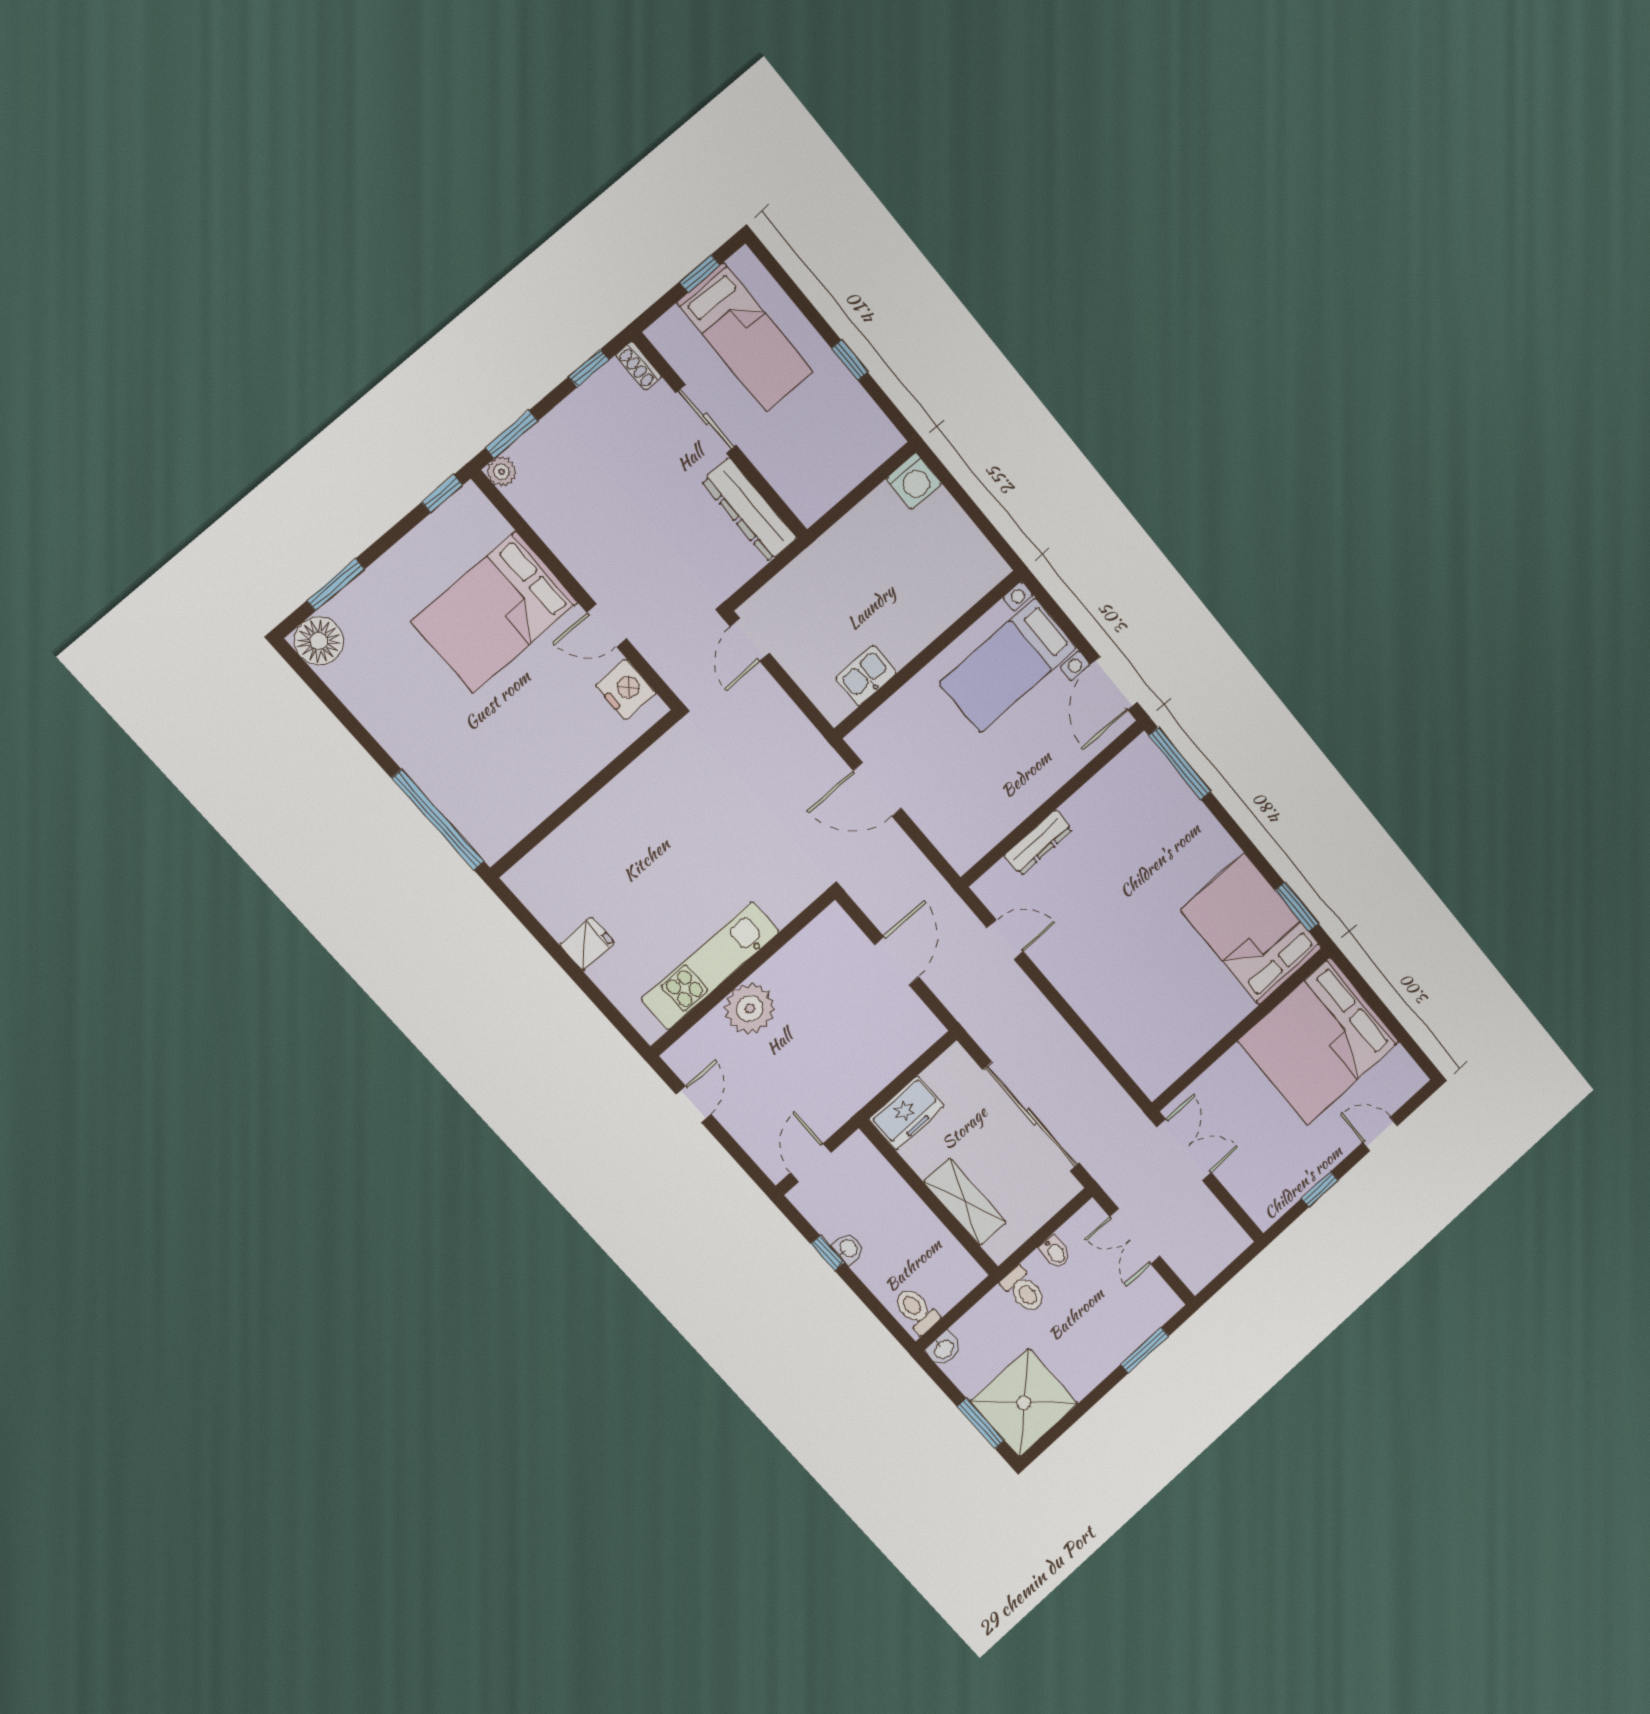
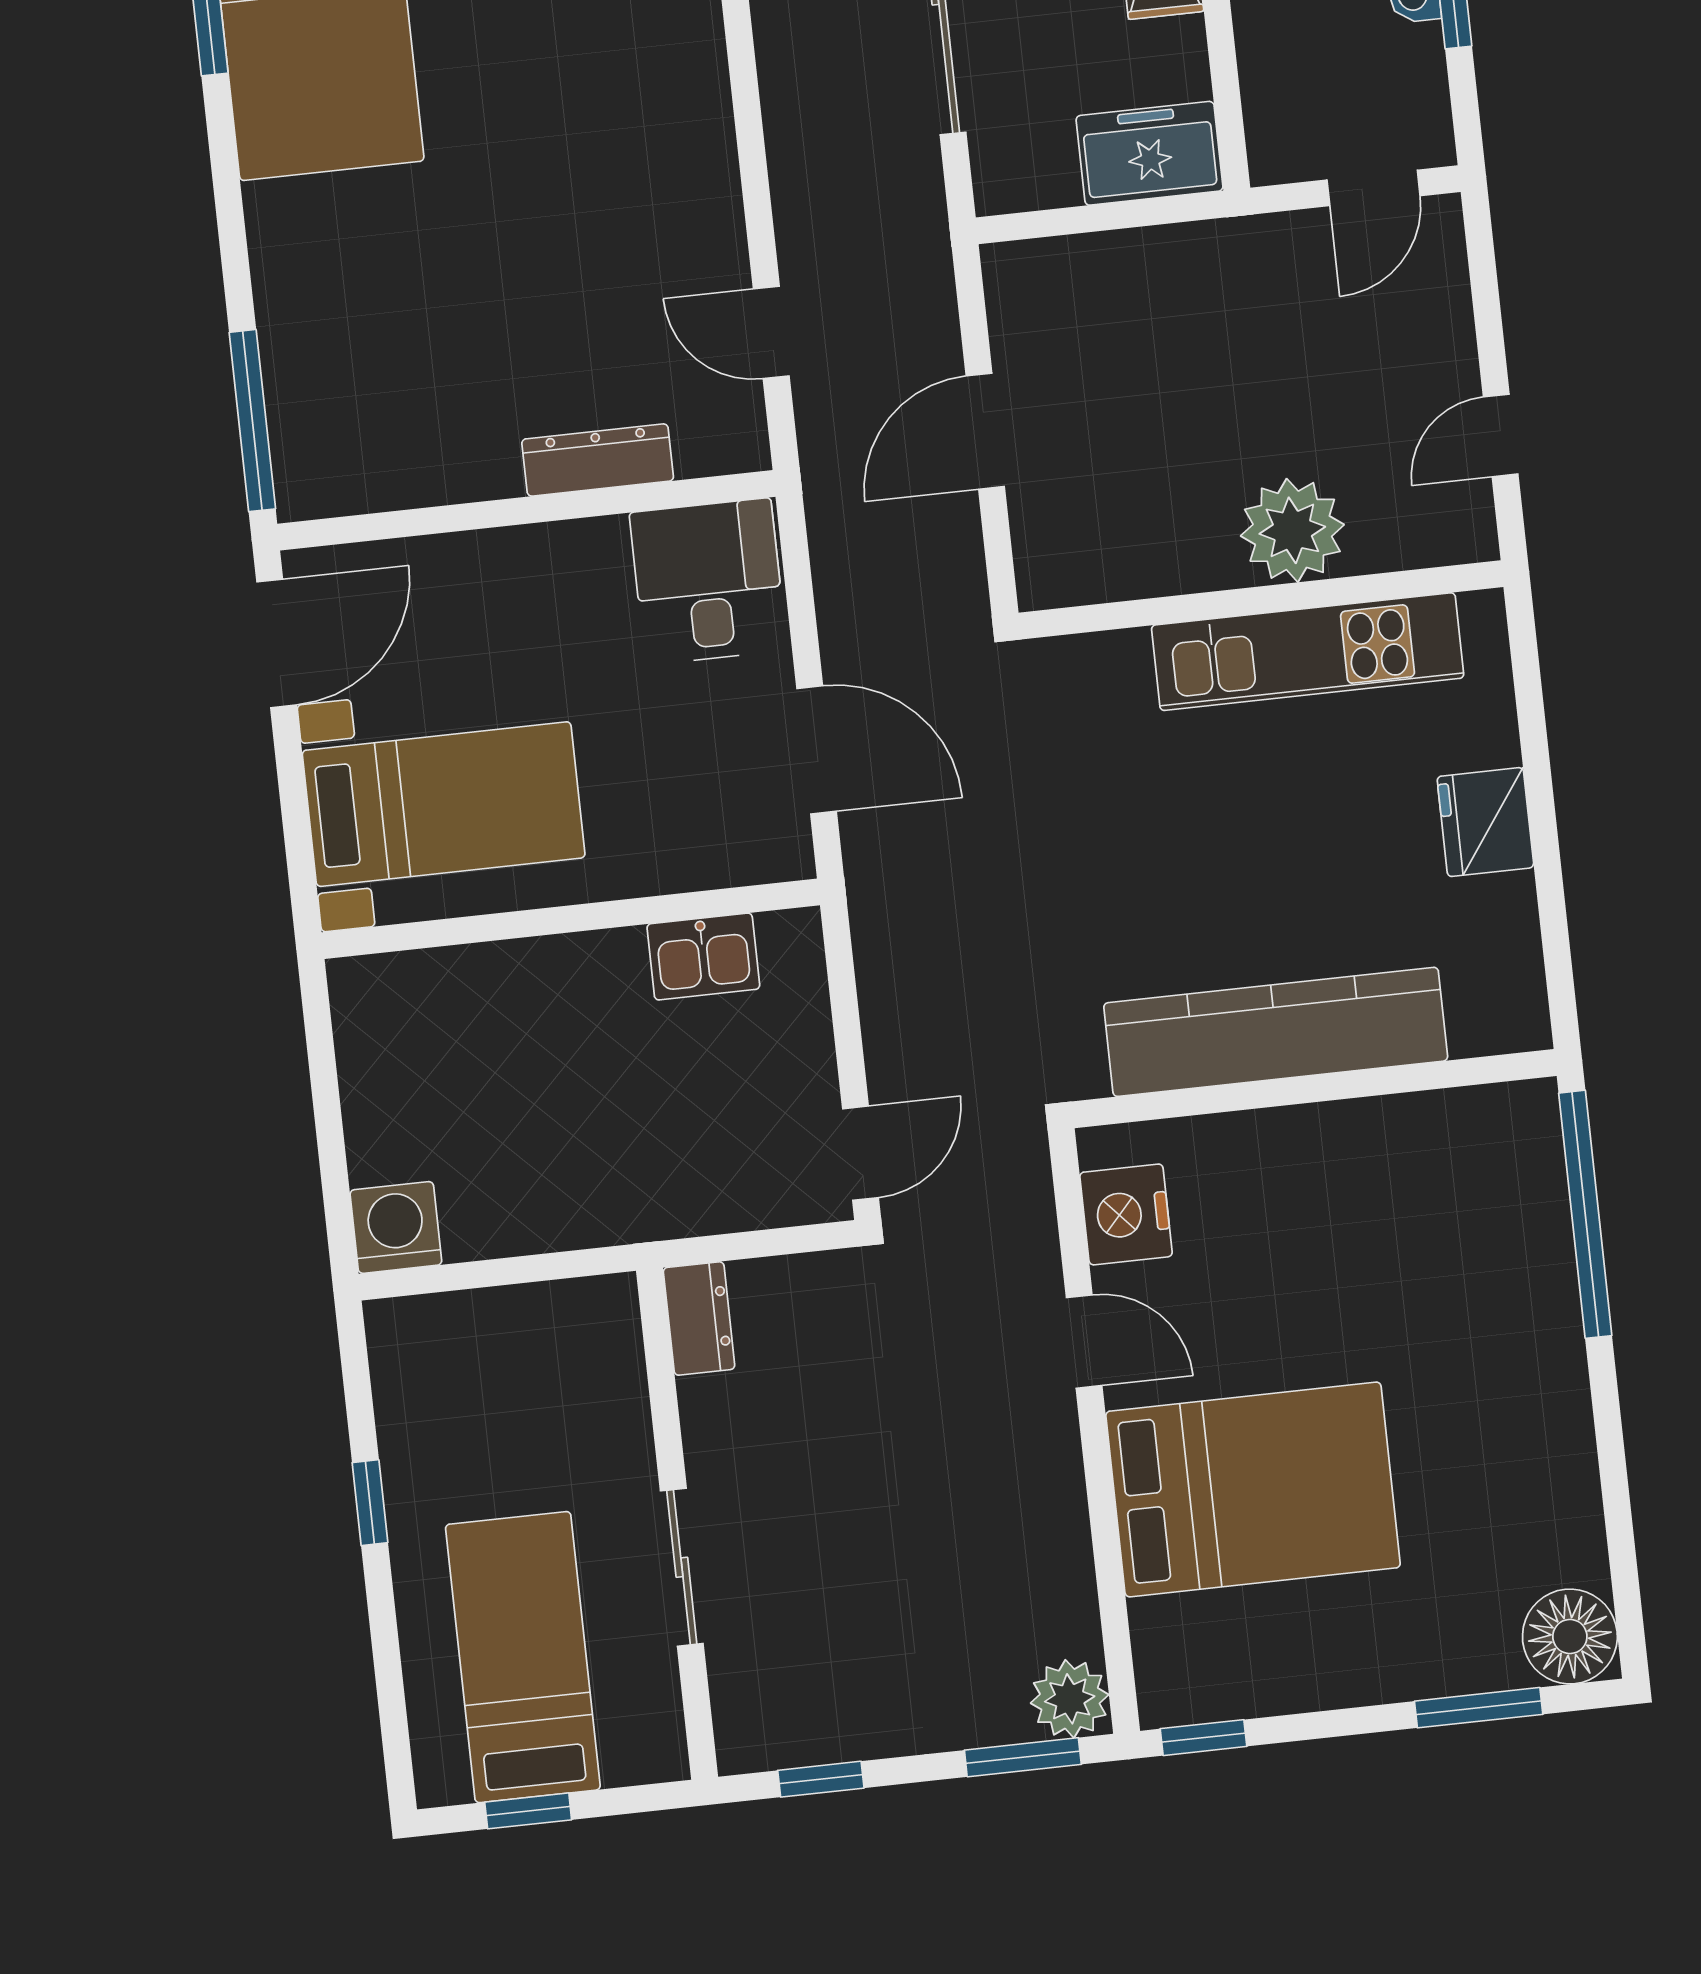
shoe rack: (638, 366) -> (735, 1729), removed
plant: (502, 472) -> (1070, 1699), width x1.38, depth x1.38
dresser: (749, 510) -> (699, 1318), width x0.51, depth x0.80
kitchen counter: (617, 806) -> (1276, 1032), added
desk: (964, 826) -> (708, 581), added
fridge: (587, 944) -> (1485, 822), width x1.38

